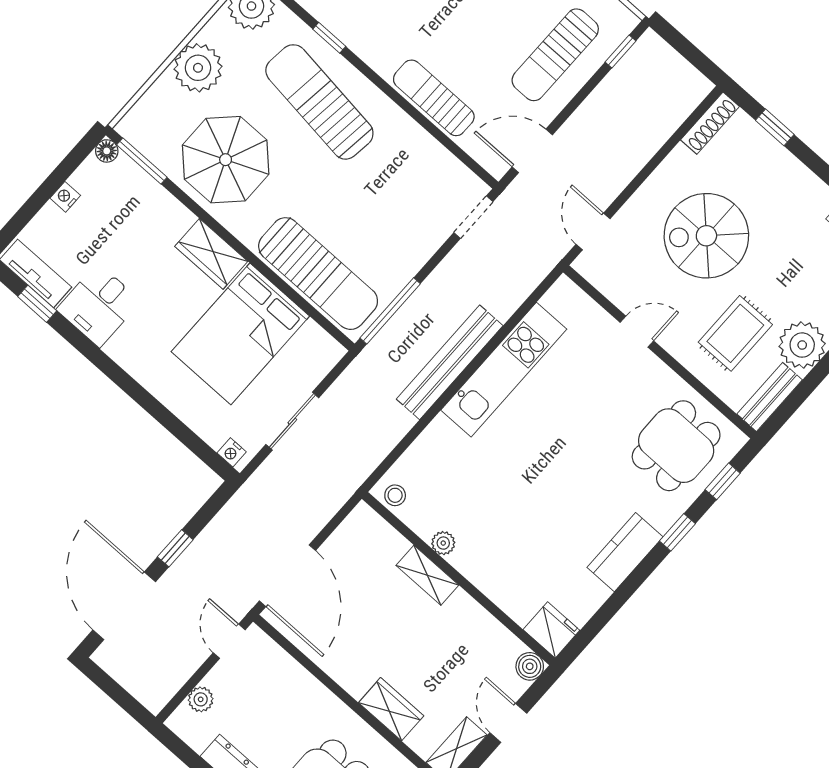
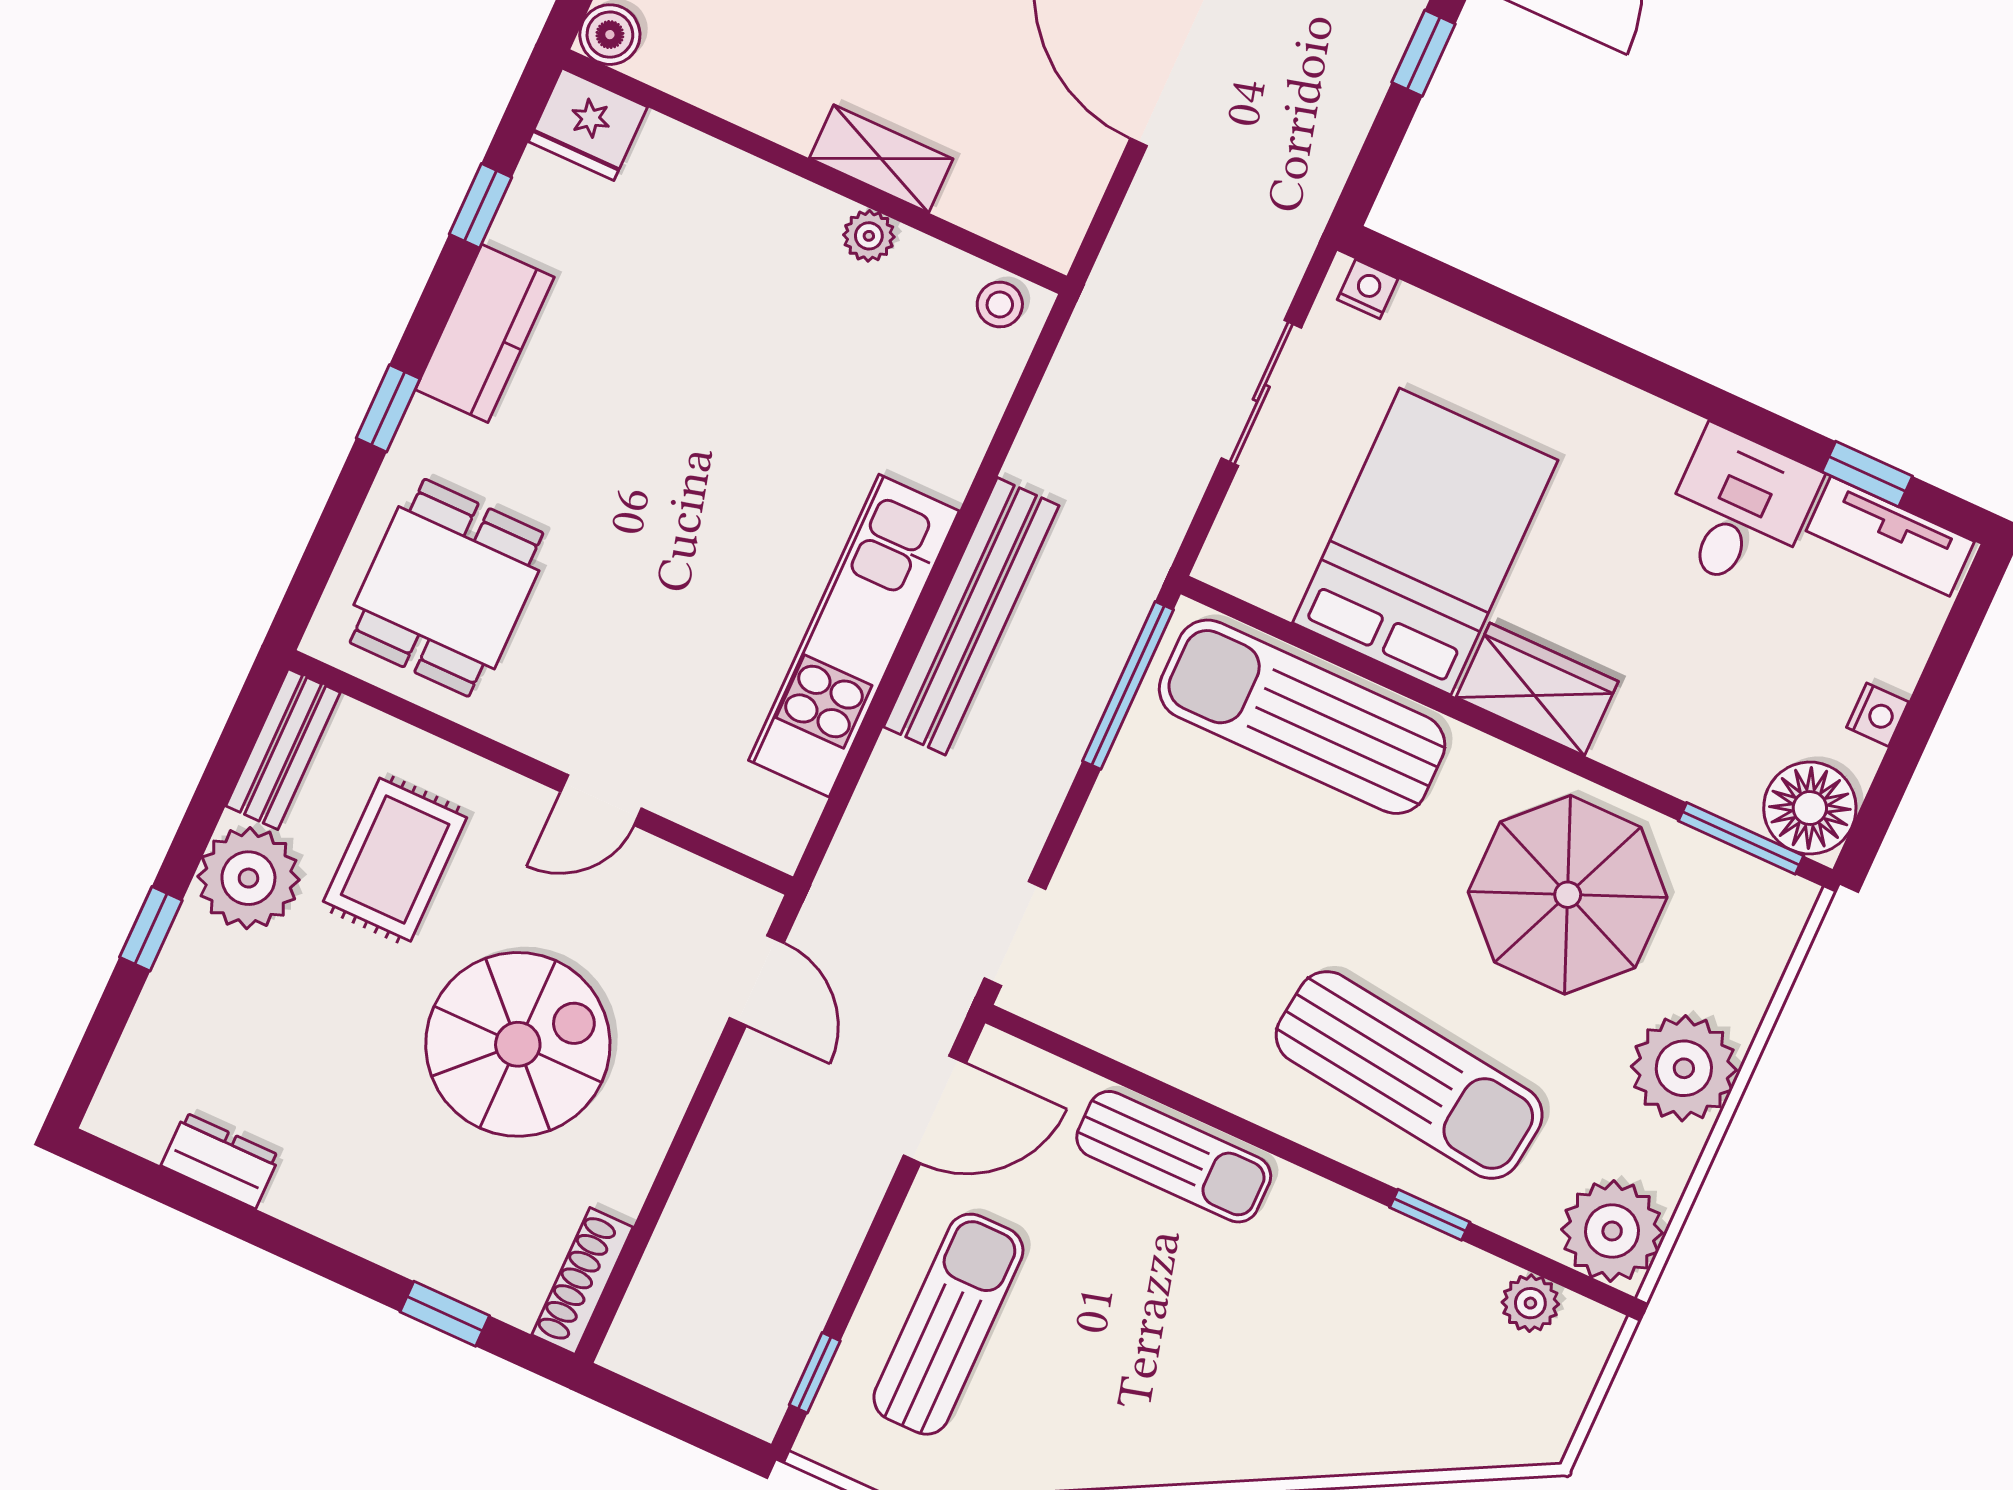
floor lamp: (107, 151) -> (1810, 808), width x1.89, depth x1.89
window: (723, 481) -> (480, 206), moved

